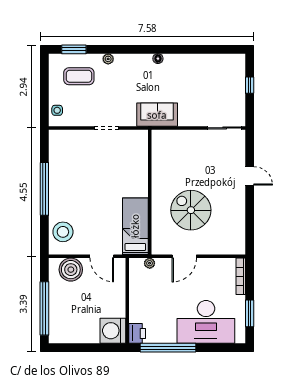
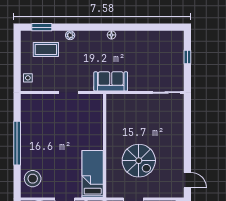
door: (250, 176) -> (187, 180), moved
spiral stairs: (191, 210) -> (139, 161), turned 180

